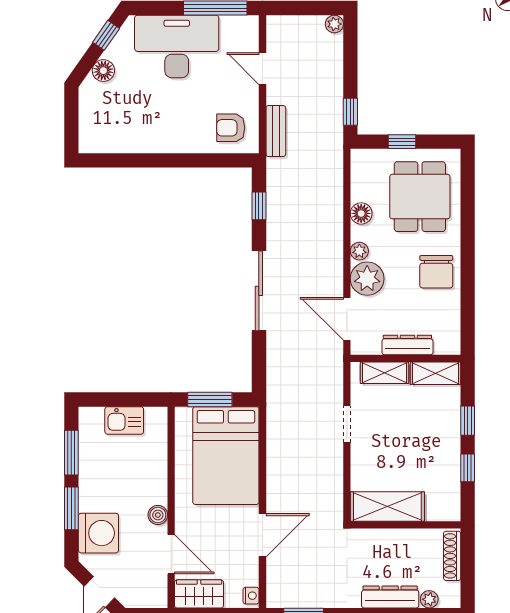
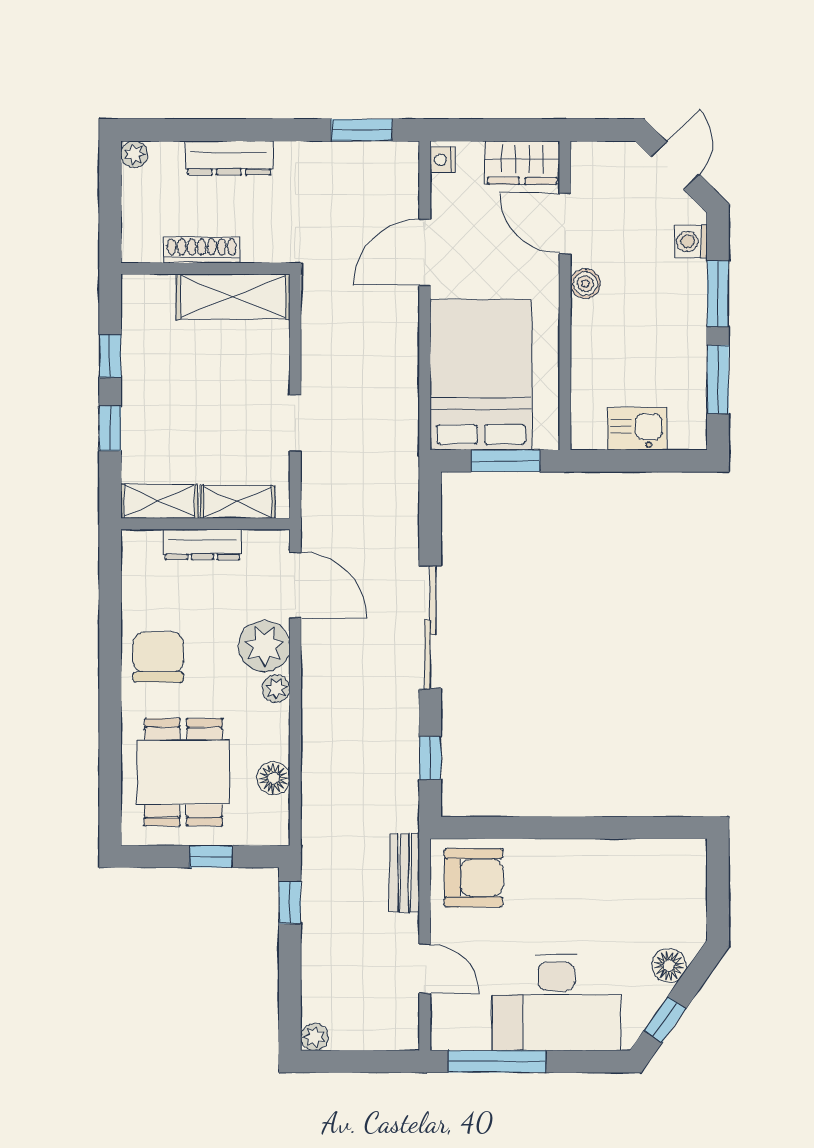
armchair: (231, 128) -> (473, 878), width x1.38, depth x1.38
floor lamp: (361, 213) -> (273, 778), moved
washing machine: (98, 533) -> (691, 241), width x0.53, depth x0.53
shoe rack: (452, 556) -> (202, 250), moved, turned -90
plant: (429, 599) -> (134, 154), moved

